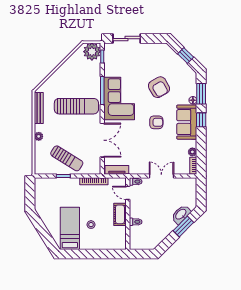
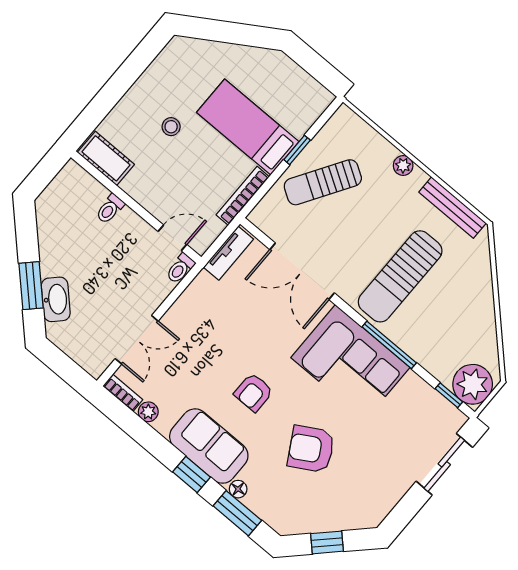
double door: (161, 176) -> (137, 340), moved
cot: (120, 214) -> (106, 158), moved
bed: (70, 228) -> (248, 127), moved, turned 180

